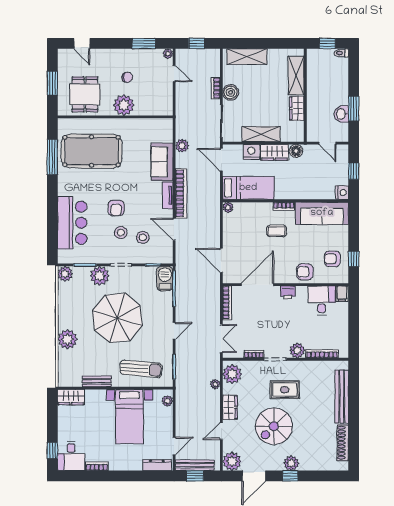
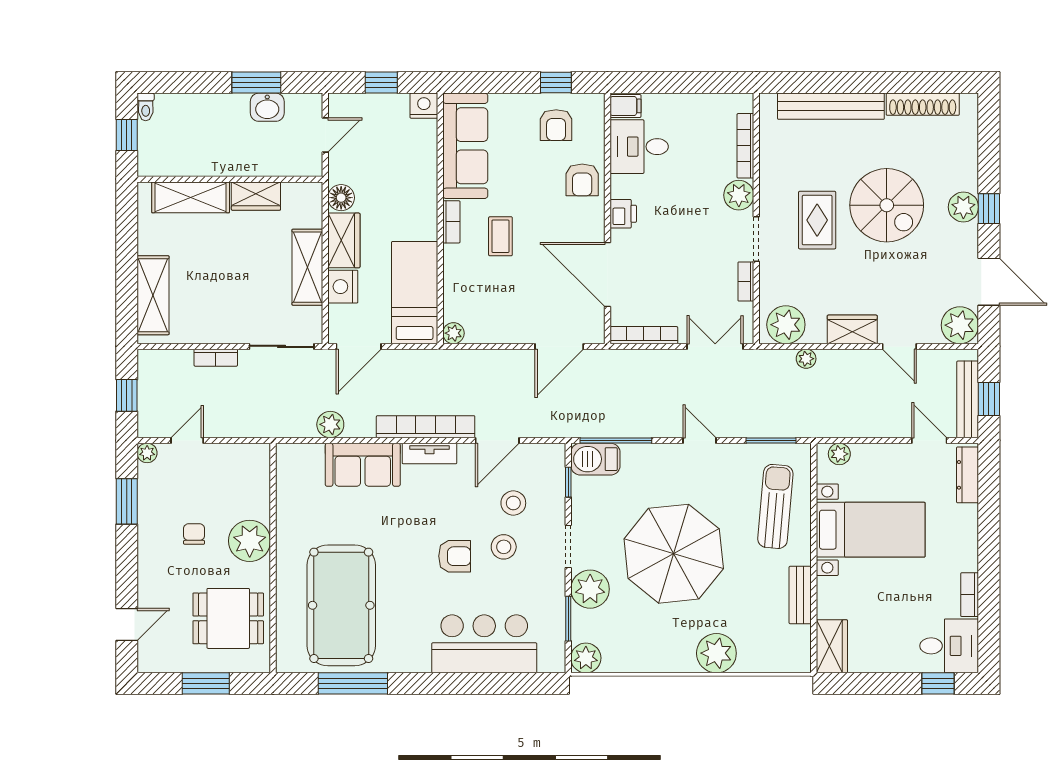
boiler: (231, 92) -> (224, 328), removed
spiral stairs: (274, 426) -> (887, 205), moved

